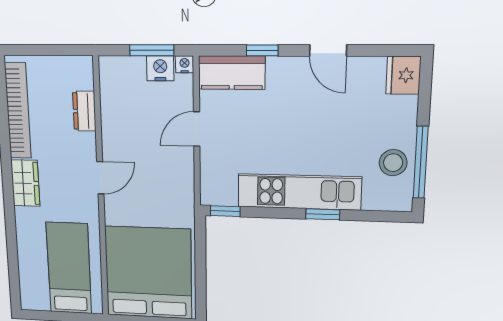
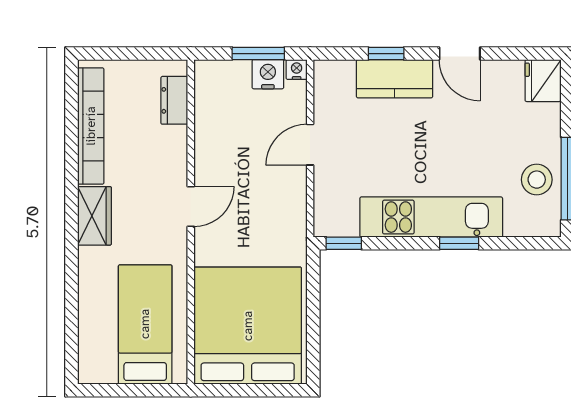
kitchen counter: (232, 73) -> (395, 79), moved
dresser: (84, 111) -> (174, 100), moved

